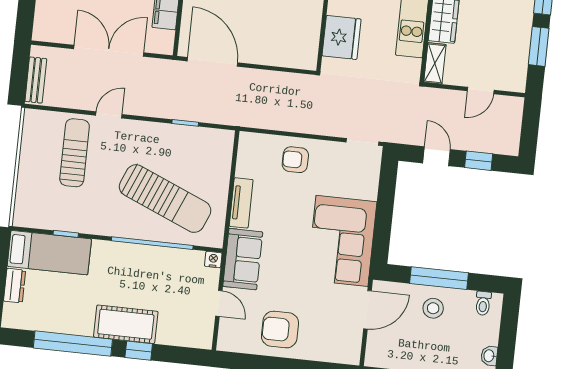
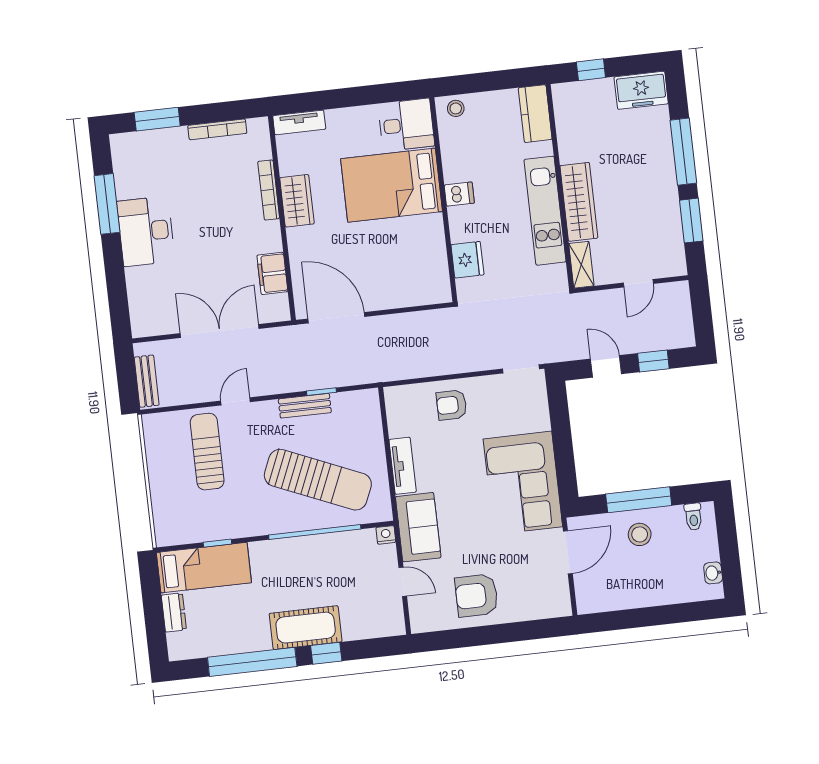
fridge: (342, 37) -> (467, 260), width x0.73, depth x0.75
bench: (168, 132) -> (305, 406), added

